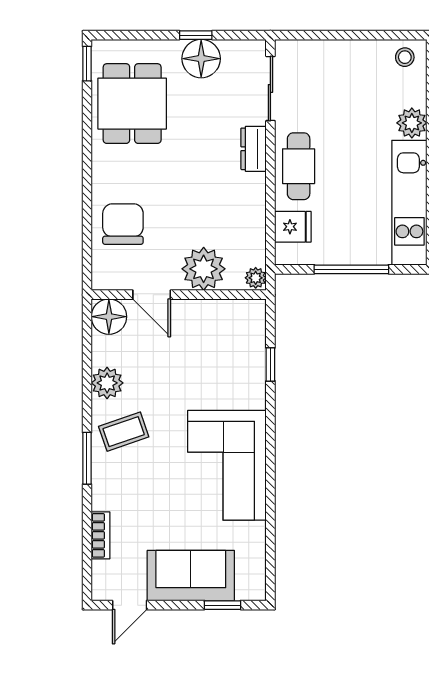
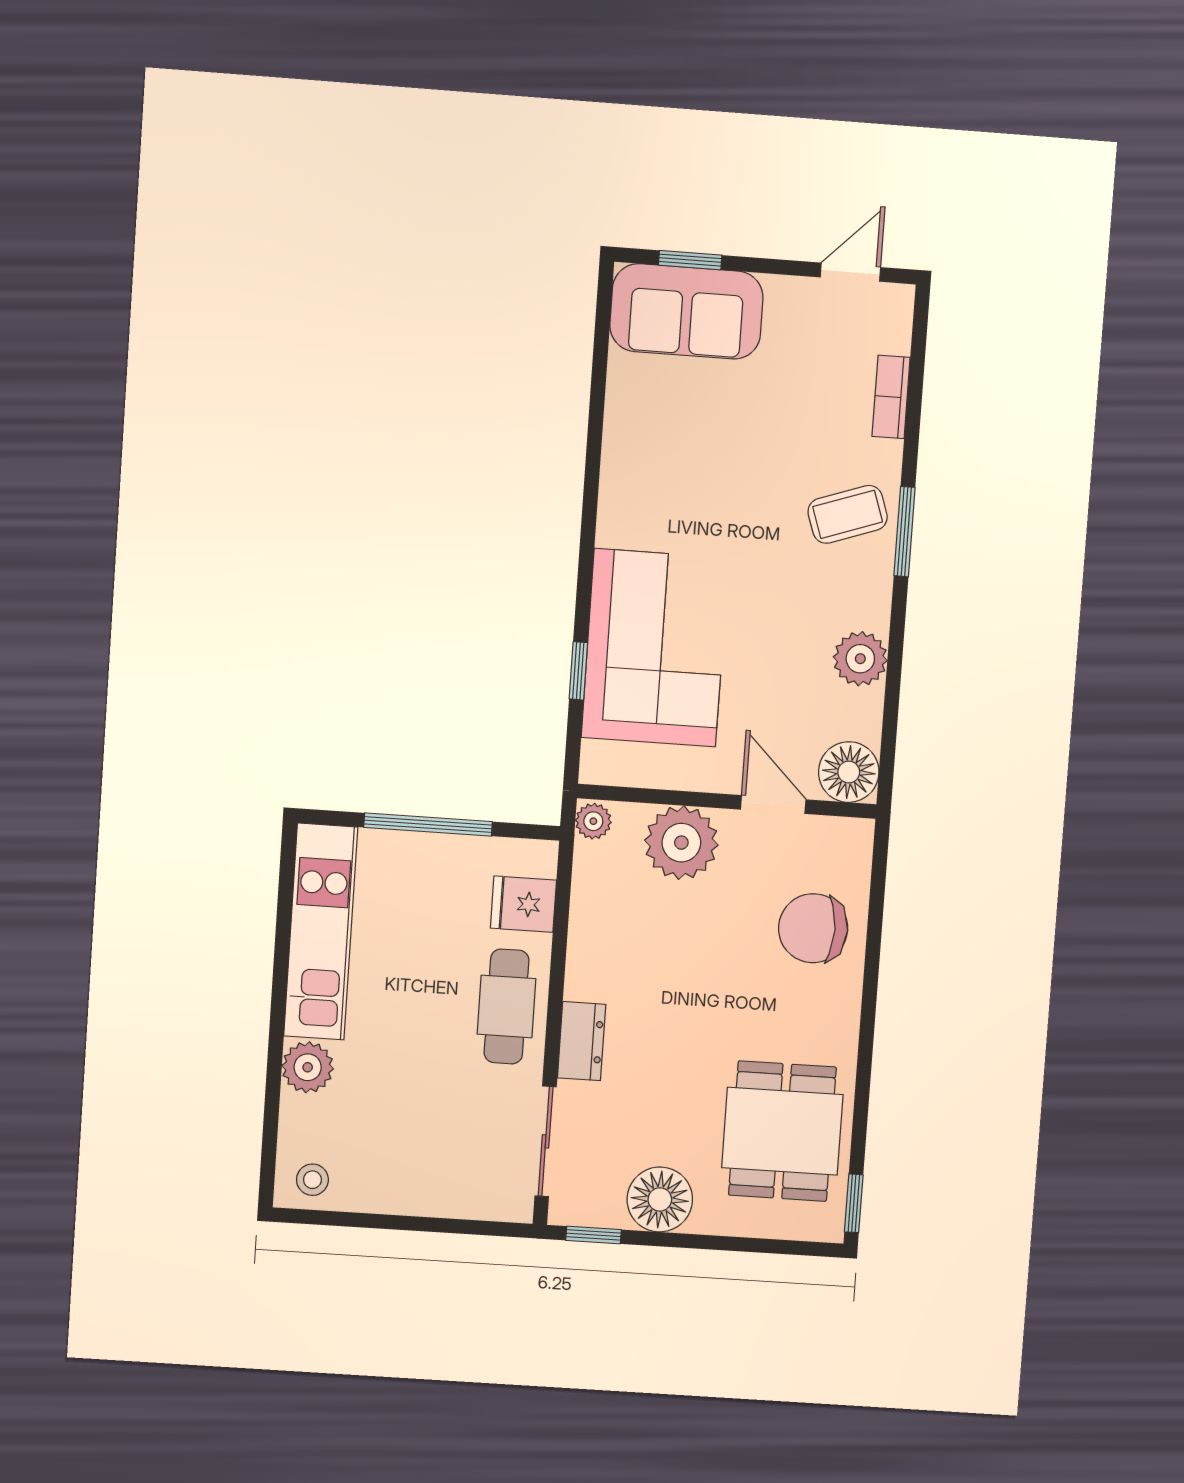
window: (196, 35) -> (593, 1235), moved
chair: (123, 224) -> (813, 928), turned 90
coffee table: (124, 432) -> (848, 514), moved
corner sofa: (227, 465) -> (655, 648), moved
sofa: (191, 576) -> (686, 311), moved

